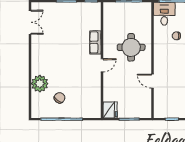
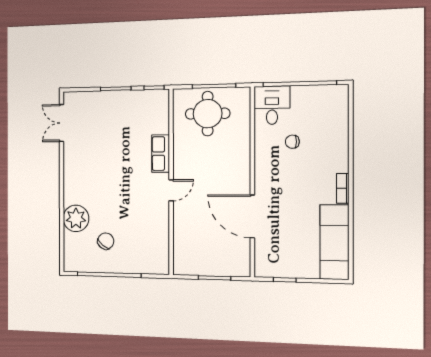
double door: (30, 22) -> (62, 123), swing flipped
round table: (131, 47) -> (208, 114), moved
door: (152, 81) -> (252, 216), width x1.88
fridge: (110, 110) -> (184, 262), removed

